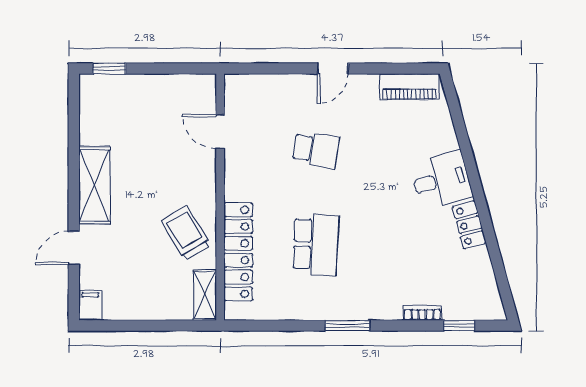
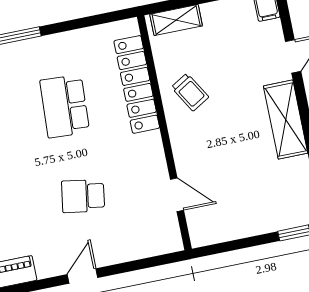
trolley: (186, 233) -> (190, 92), width x0.73, depth x0.72
shelving: (205, 295) -> (176, 20), moved, turned 90

